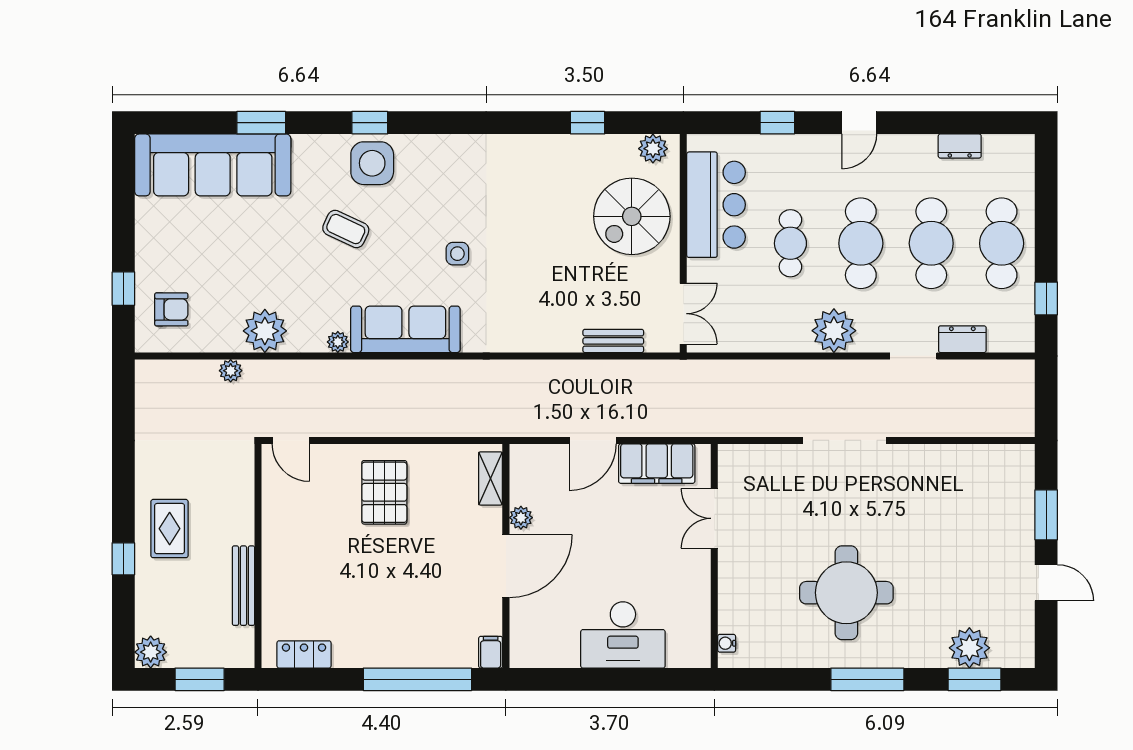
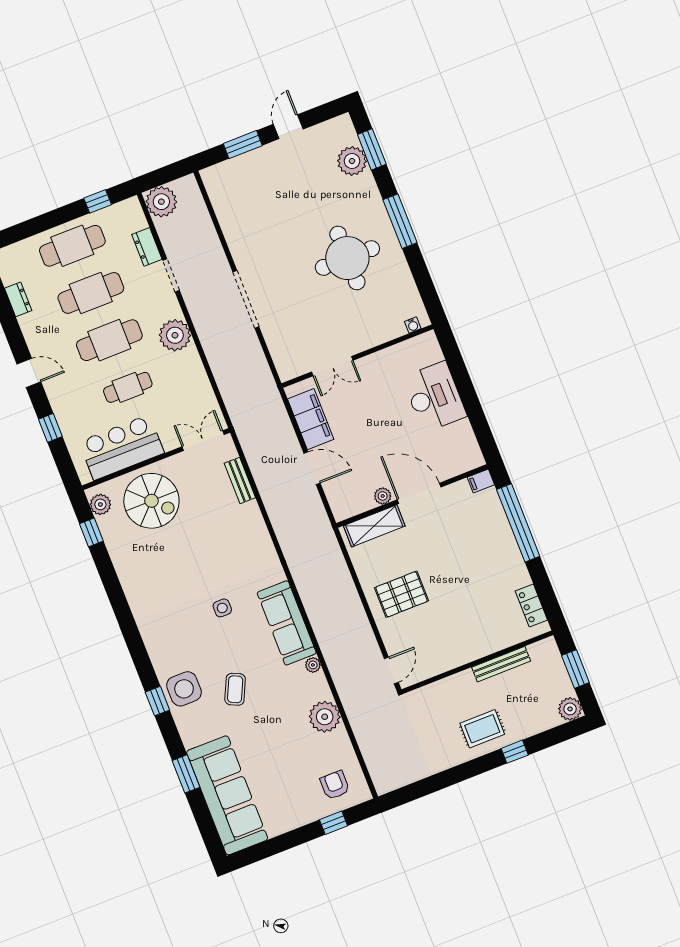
window: (588, 123) -> (91, 532), moved
plant: (231, 371) -> (161, 202), moved, width x1.88, depth x1.88
shelving: (491, 478) -> (374, 526), width x1.50, depth x1.33

